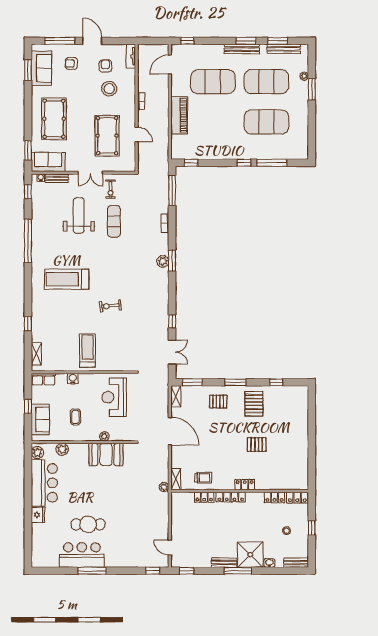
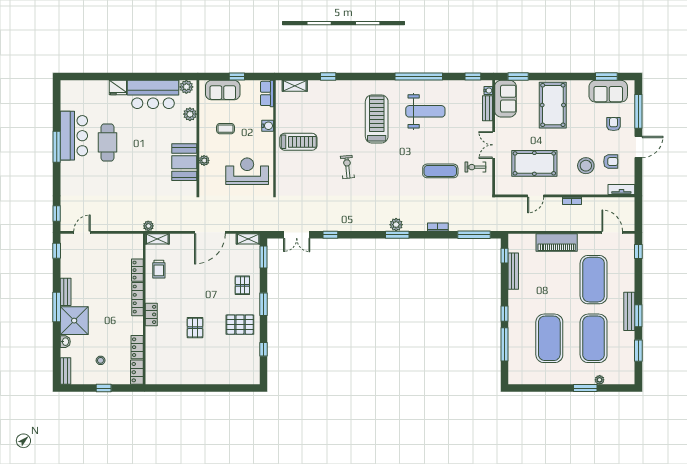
bench: (284, 49) -> (513, 271), moved
pool table: (54, 119) -> (553, 105), turned 90
weight bench: (79, 216) -> (425, 111), moved

